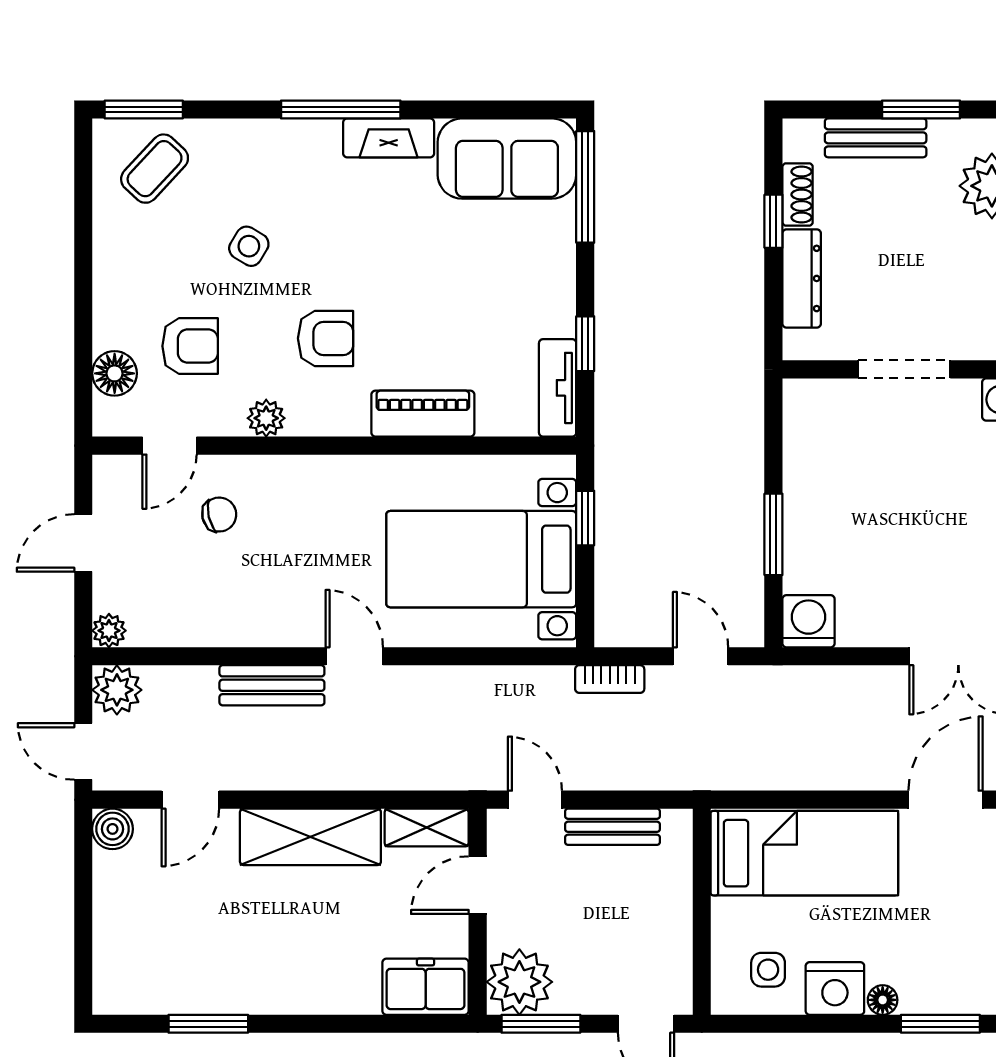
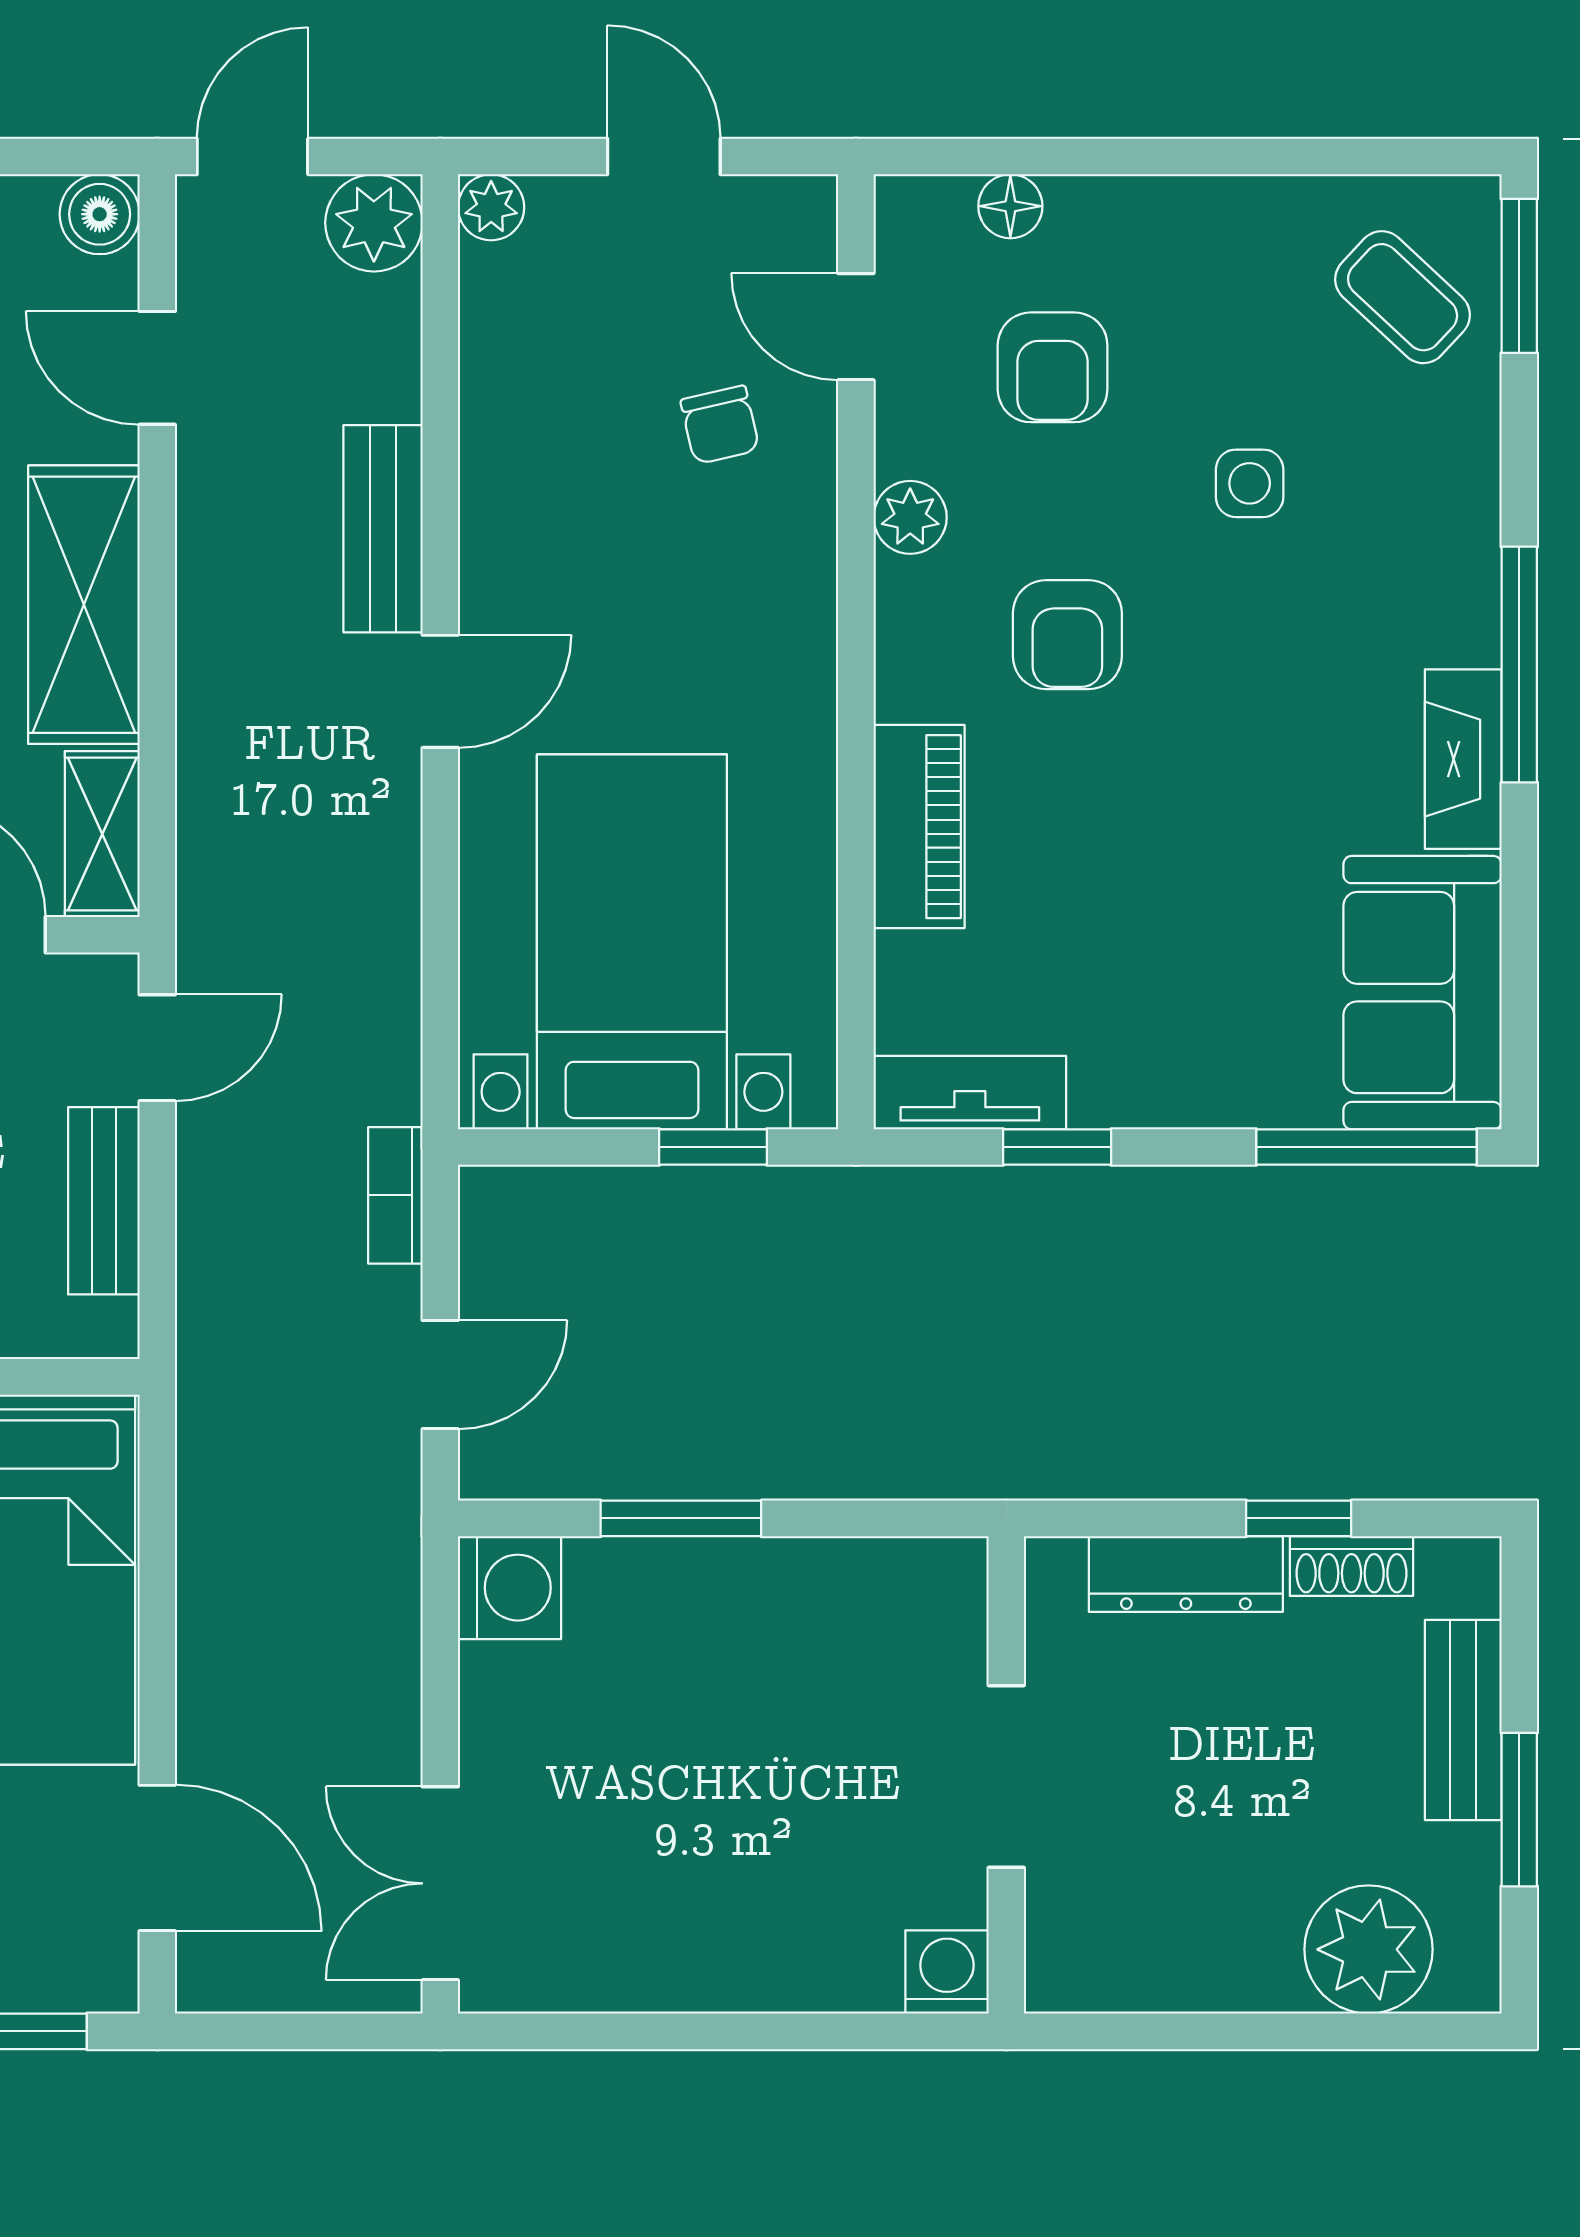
side table: (249, 246) -> (1250, 483), turned -31
floor lamp: (115, 373) -> (1010, 206), width x0.73, depth x0.73

